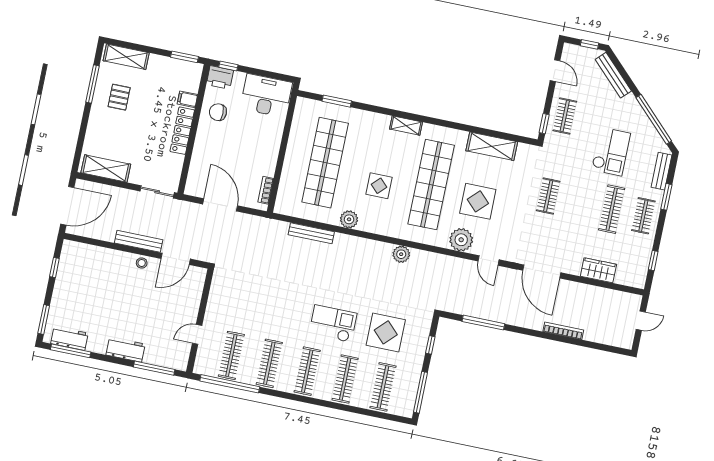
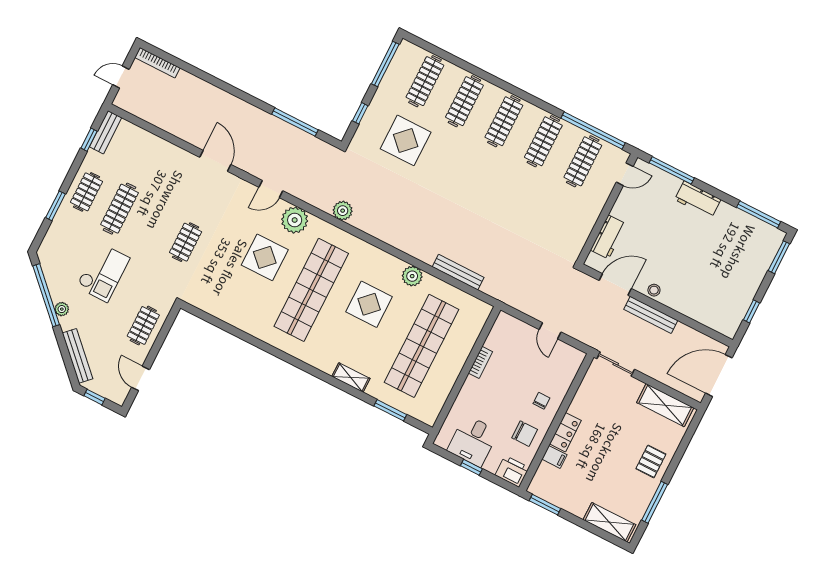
window: (228, 66) -> (471, 467), moved
desk: (266, 96) -> (473, 441), width x0.73
pallet: (119, 97) -> (651, 461), moved
plant: (637, 111) -> (62, 309), added
window: (544, 124) -> (168, 323), removed
shelving: (406, 126) -> (351, 377), moved
locker: (182, 131) -> (565, 432), width x0.66
chair: (211, 144) -> (541, 401), added
shelving: (492, 146) -> (233, 314), removed
checkout: (611, 152) -> (103, 272), turned 180
bench: (662, 171) -> (106, 132), moved
display table: (379, 186) -> (369, 304), width x1.36, depth x1.36
bookcase: (266, 190) -> (480, 362), moved
door: (220, 205) -> (550, 331), width x0.53
plant: (401, 254) -> (343, 211), moved
door: (488, 260) -> (271, 189), swing flipped
wardrobe: (598, 270) -> (152, 145), removed
door: (542, 271) -> (215, 161), width x0.73
checkout: (333, 324) -> (461, 166), removed
bookcase: (563, 331) -> (157, 63), moved
door: (197, 334) -> (625, 174), moved
workbench: (69, 338) -> (608, 237), moved, turned -90

